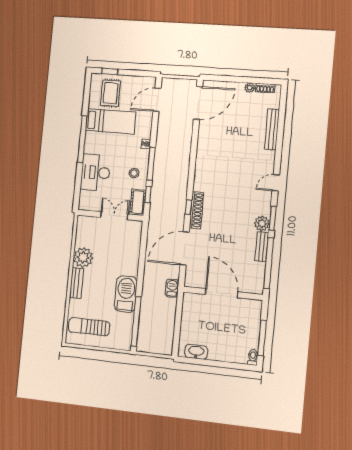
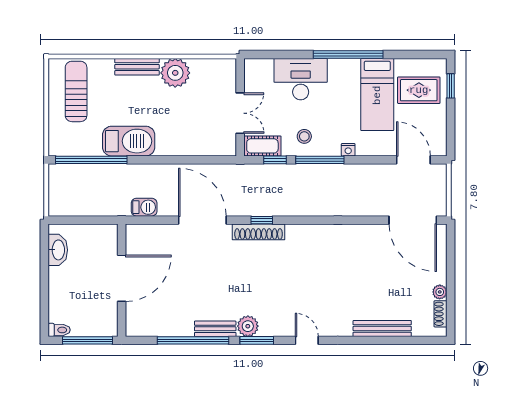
door: (221, 293) -> (122, 278), moved
wall: (223, 293) -> (122, 280), moved

